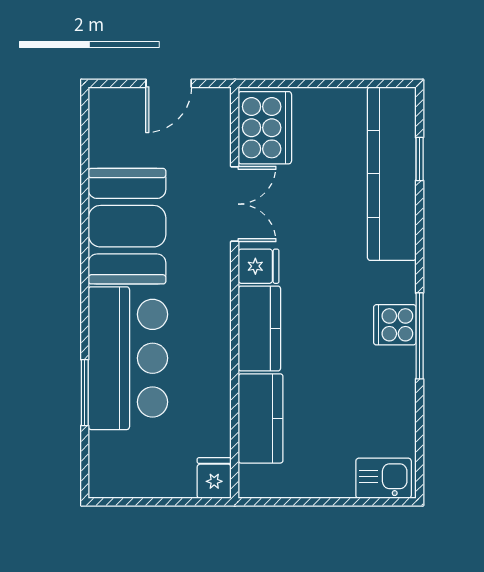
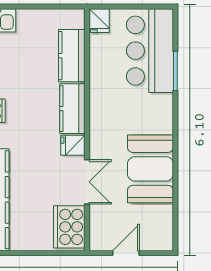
double door: (235, 204) -> (87, 182), swing flipped
bar counter: (128, 358) -> (150, 51), moved

